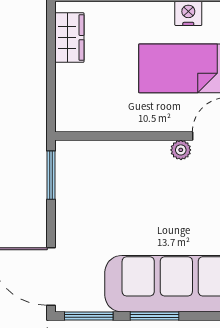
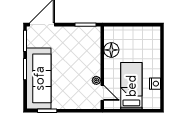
wardrobe: (69, 38) -> (145, 33), removed
floor lamp: (110, 115) -> (111, 50), added

